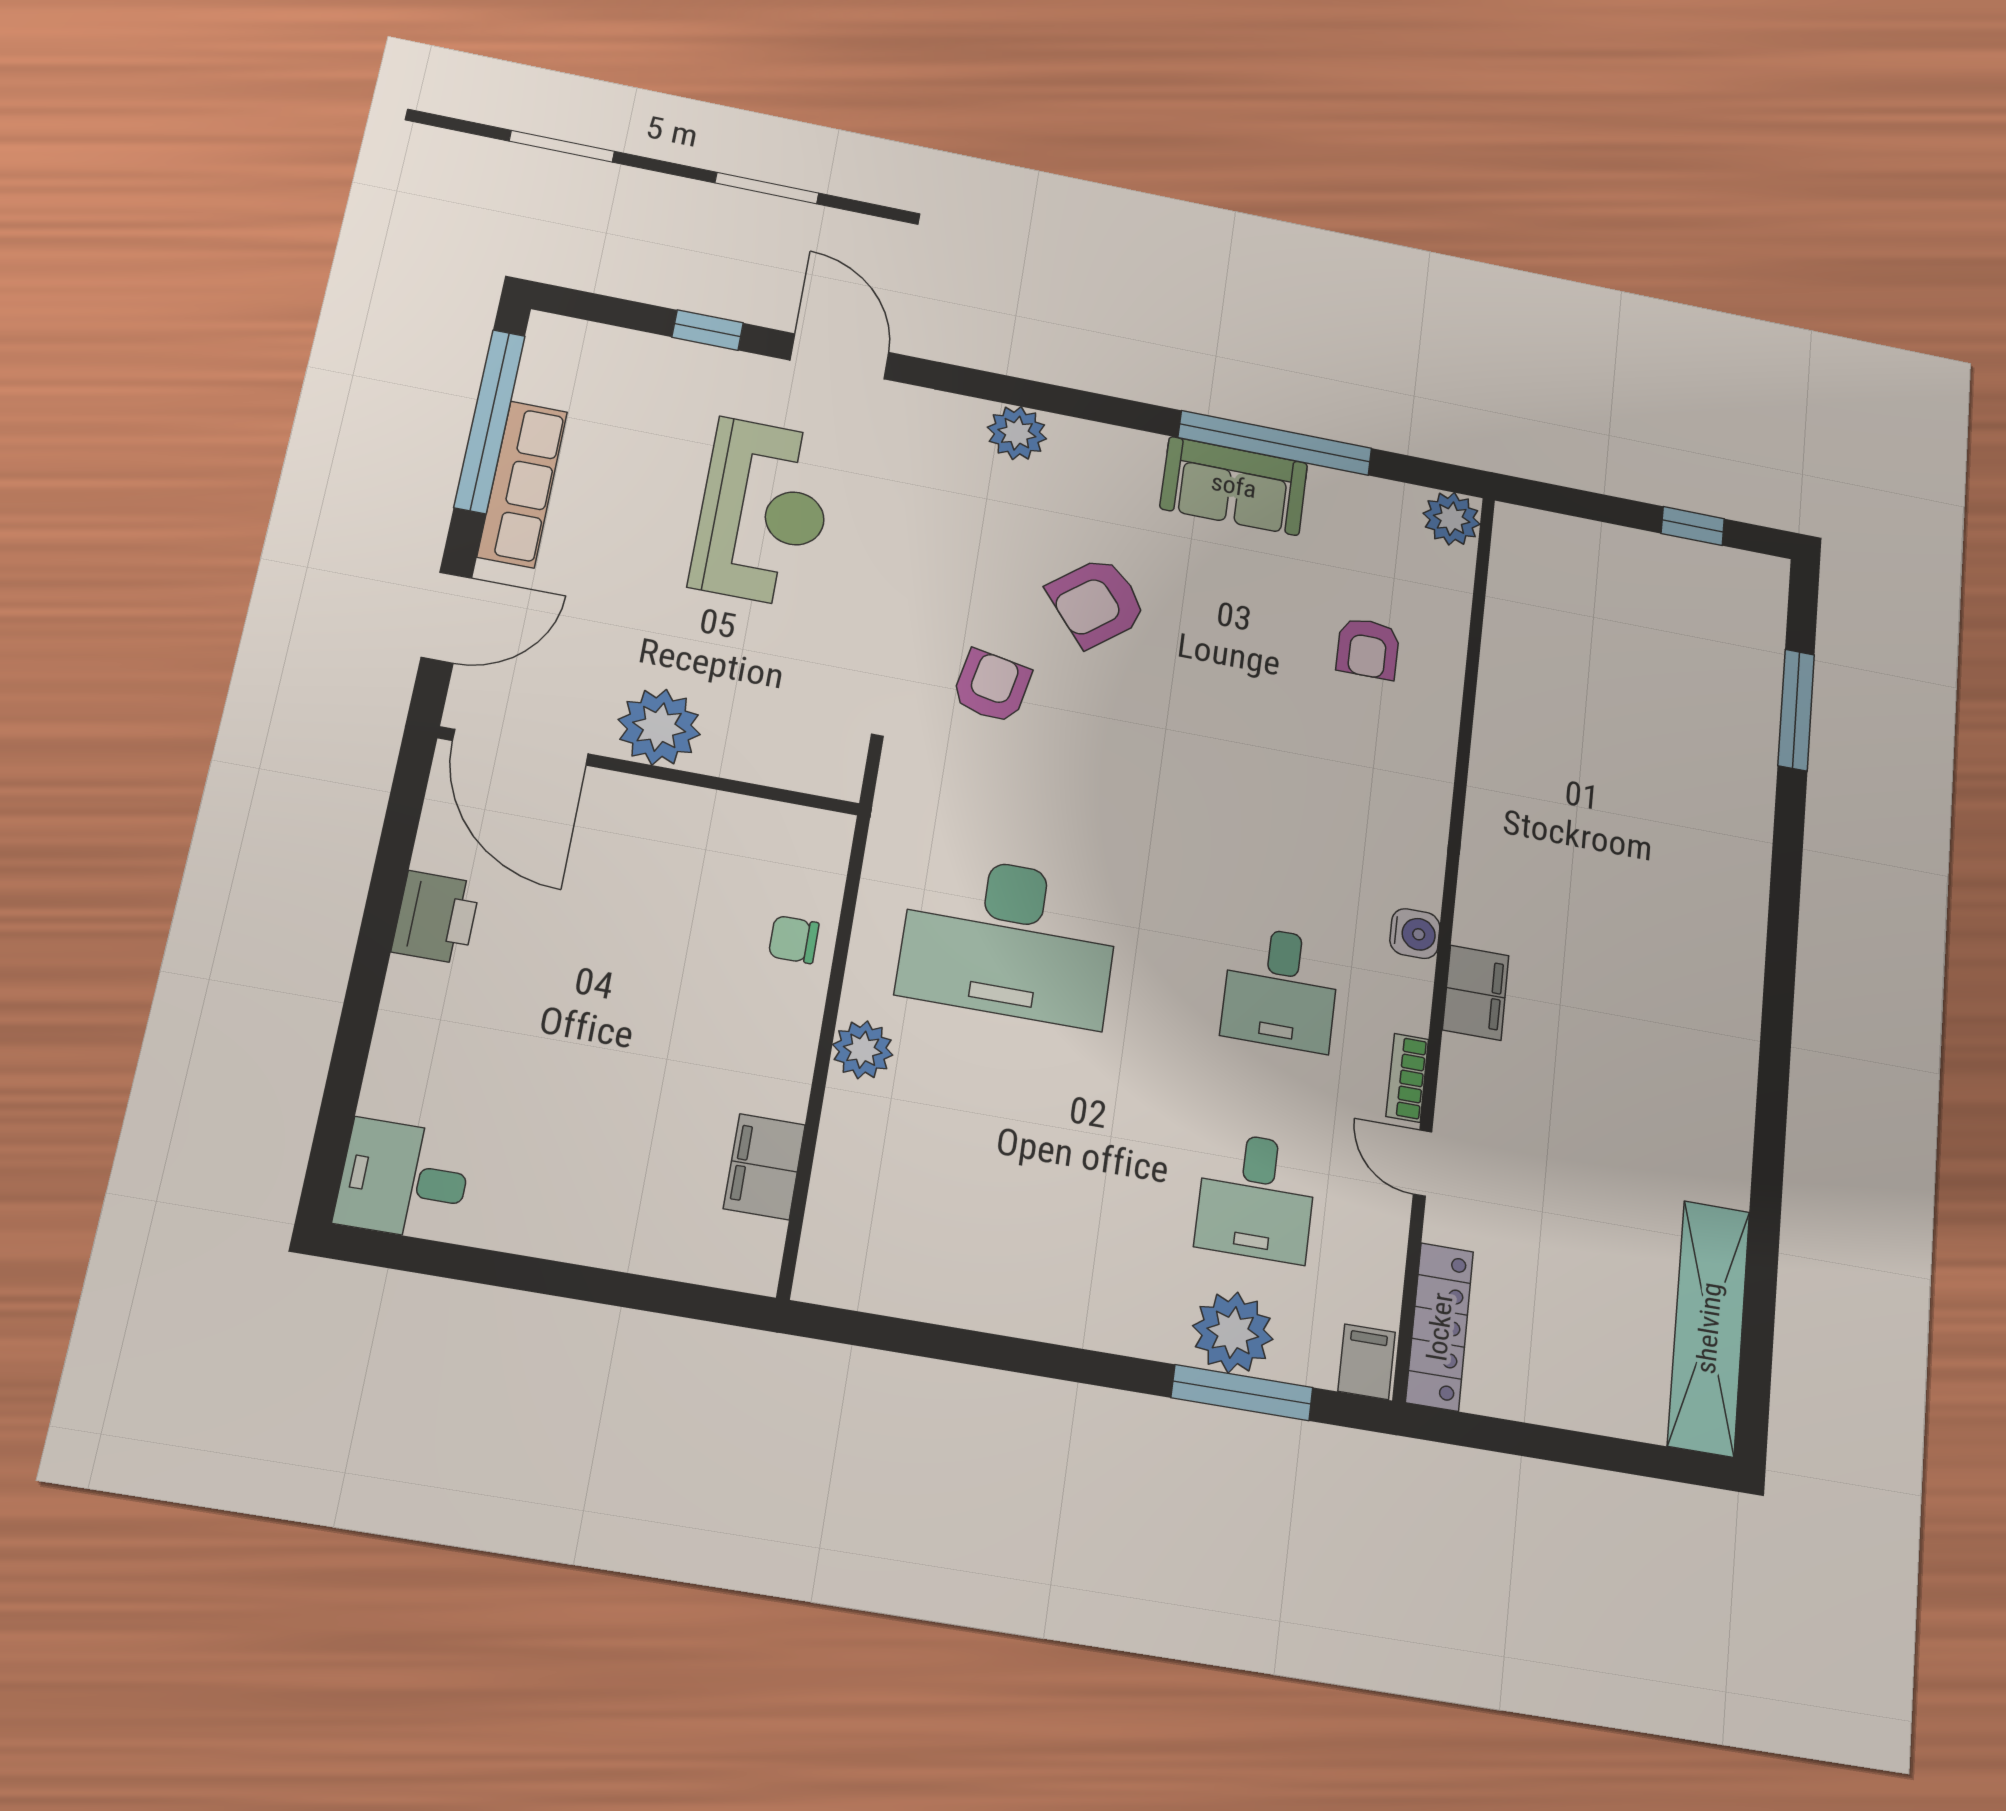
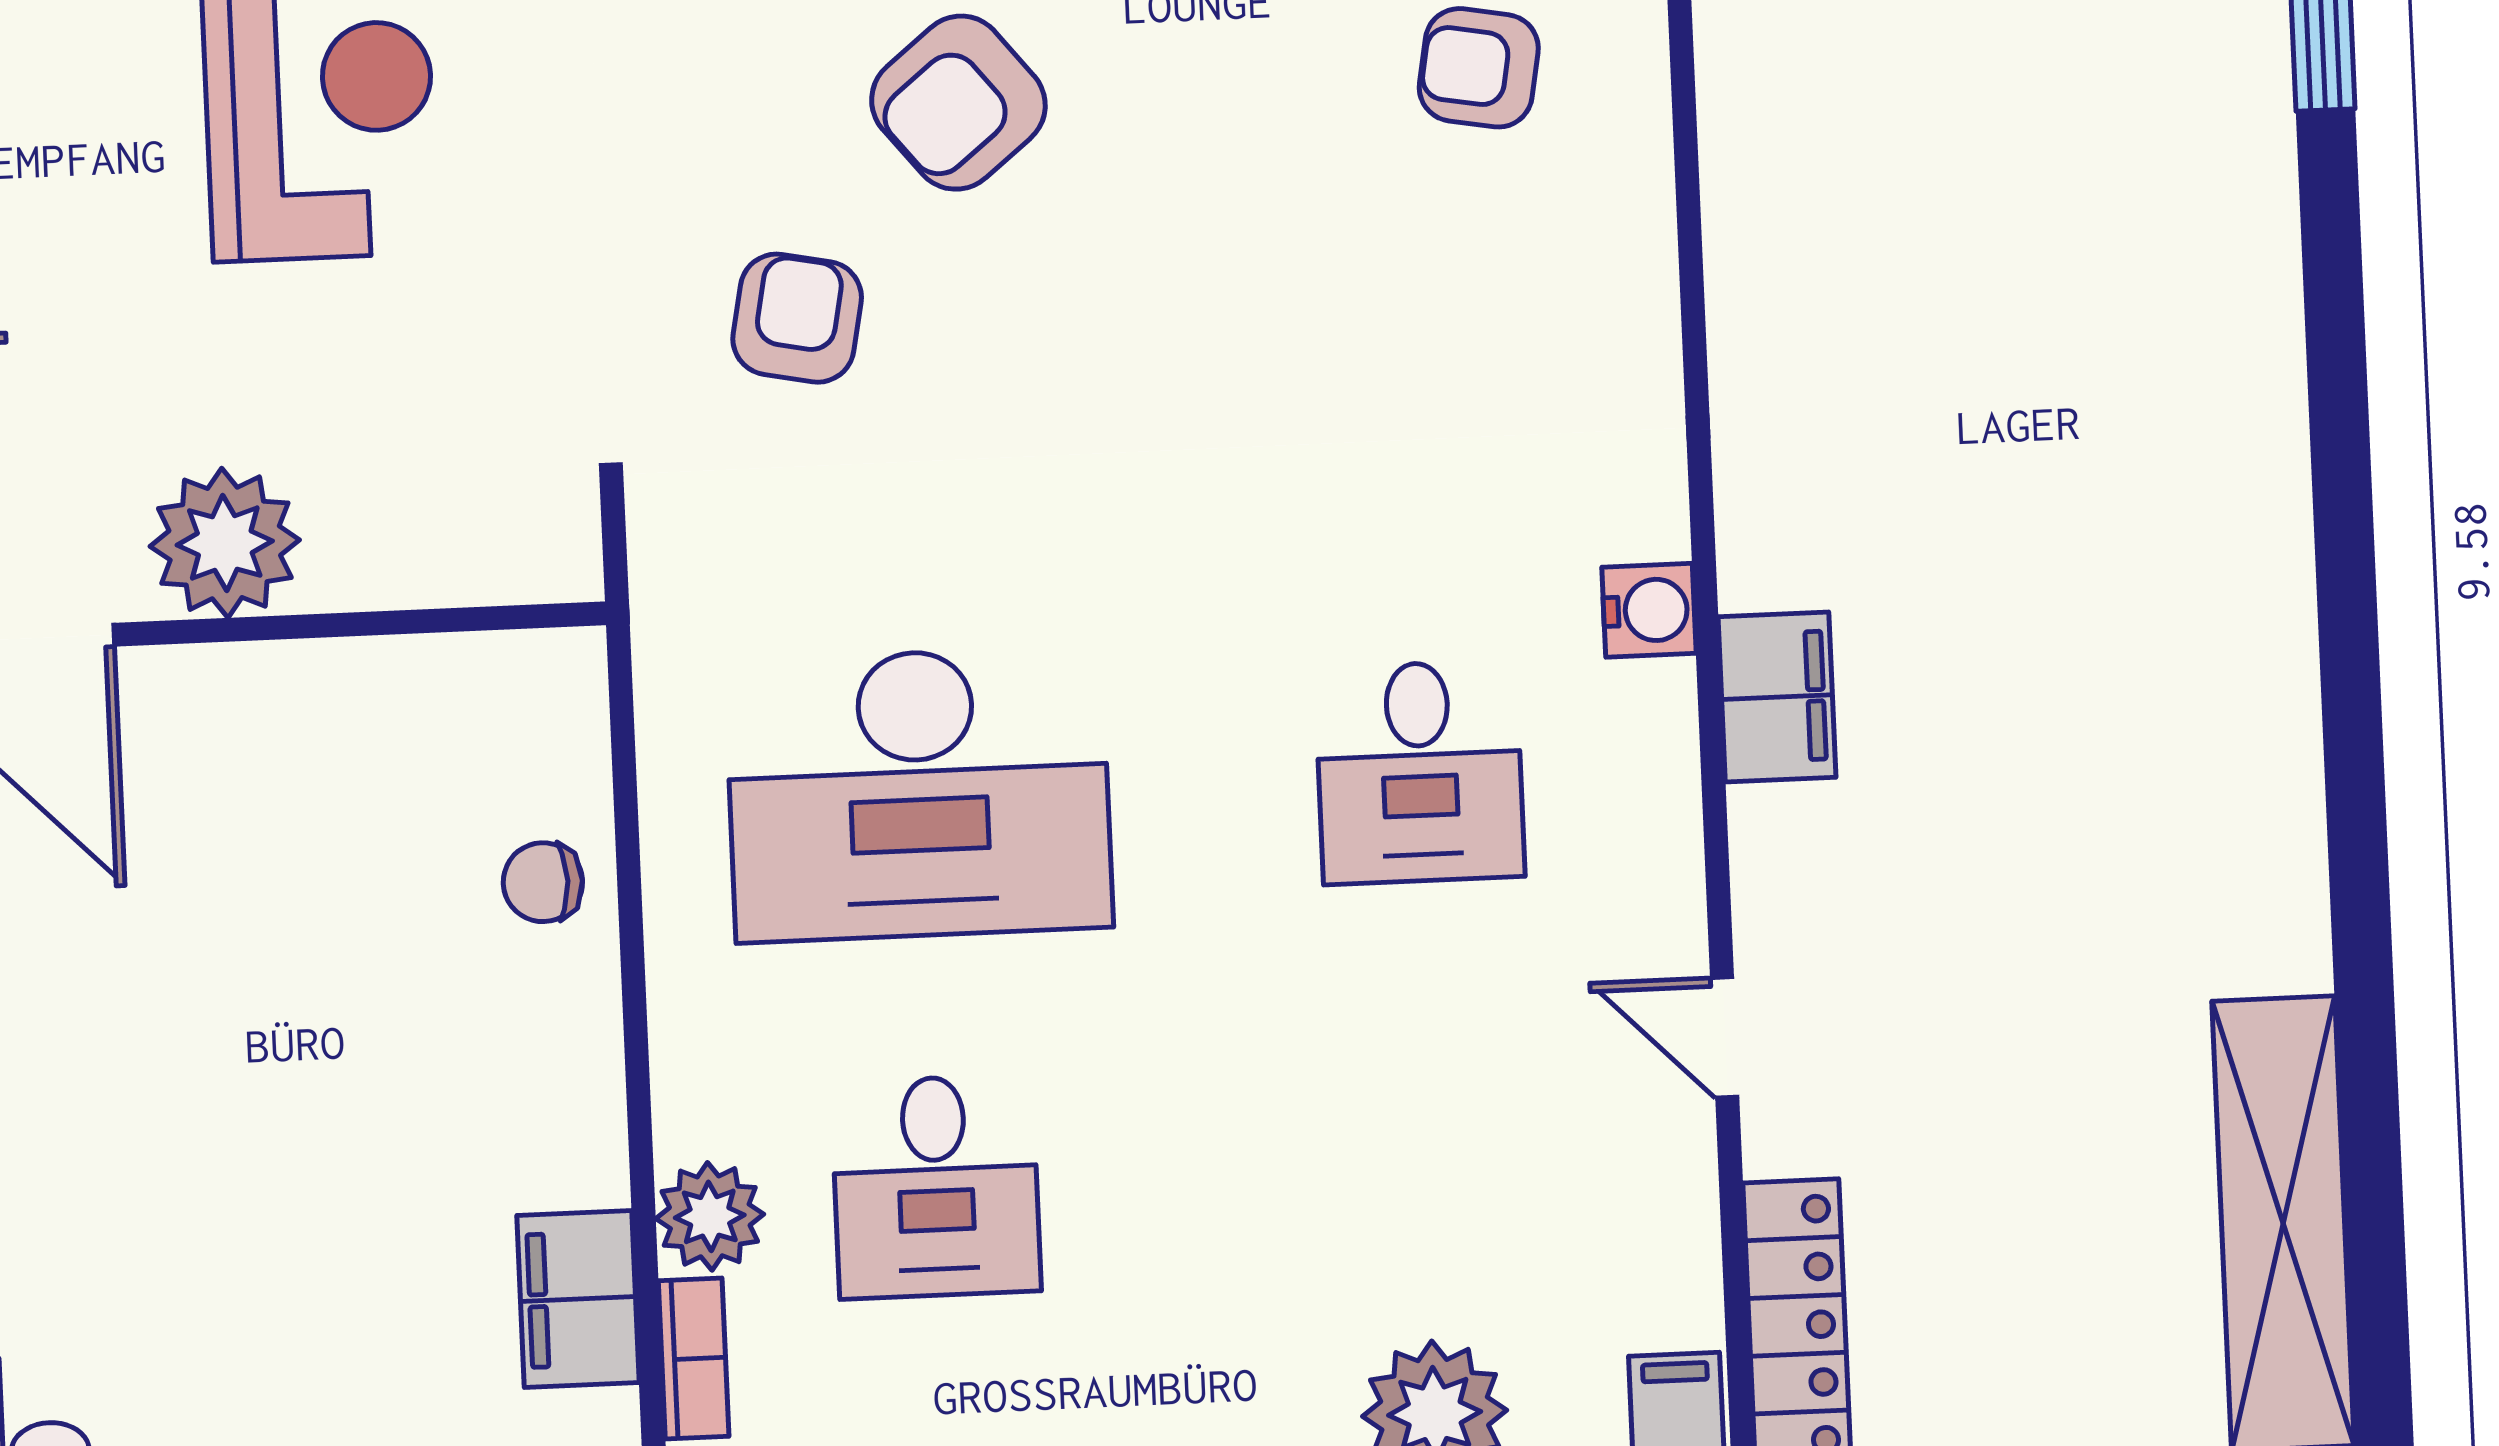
armchair: (1368, 648) -> (1479, 68), turned 100
plant: (863, 1050) -> (710, 1216), moved
bookcase: (1407, 1078) -> (694, 1359), moved, turned 180
desk: (1256, 1197) -> (936, 1186), moved

